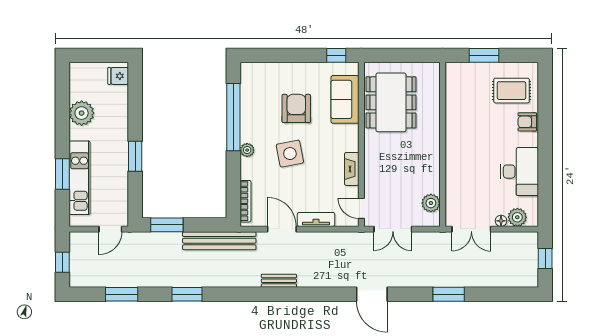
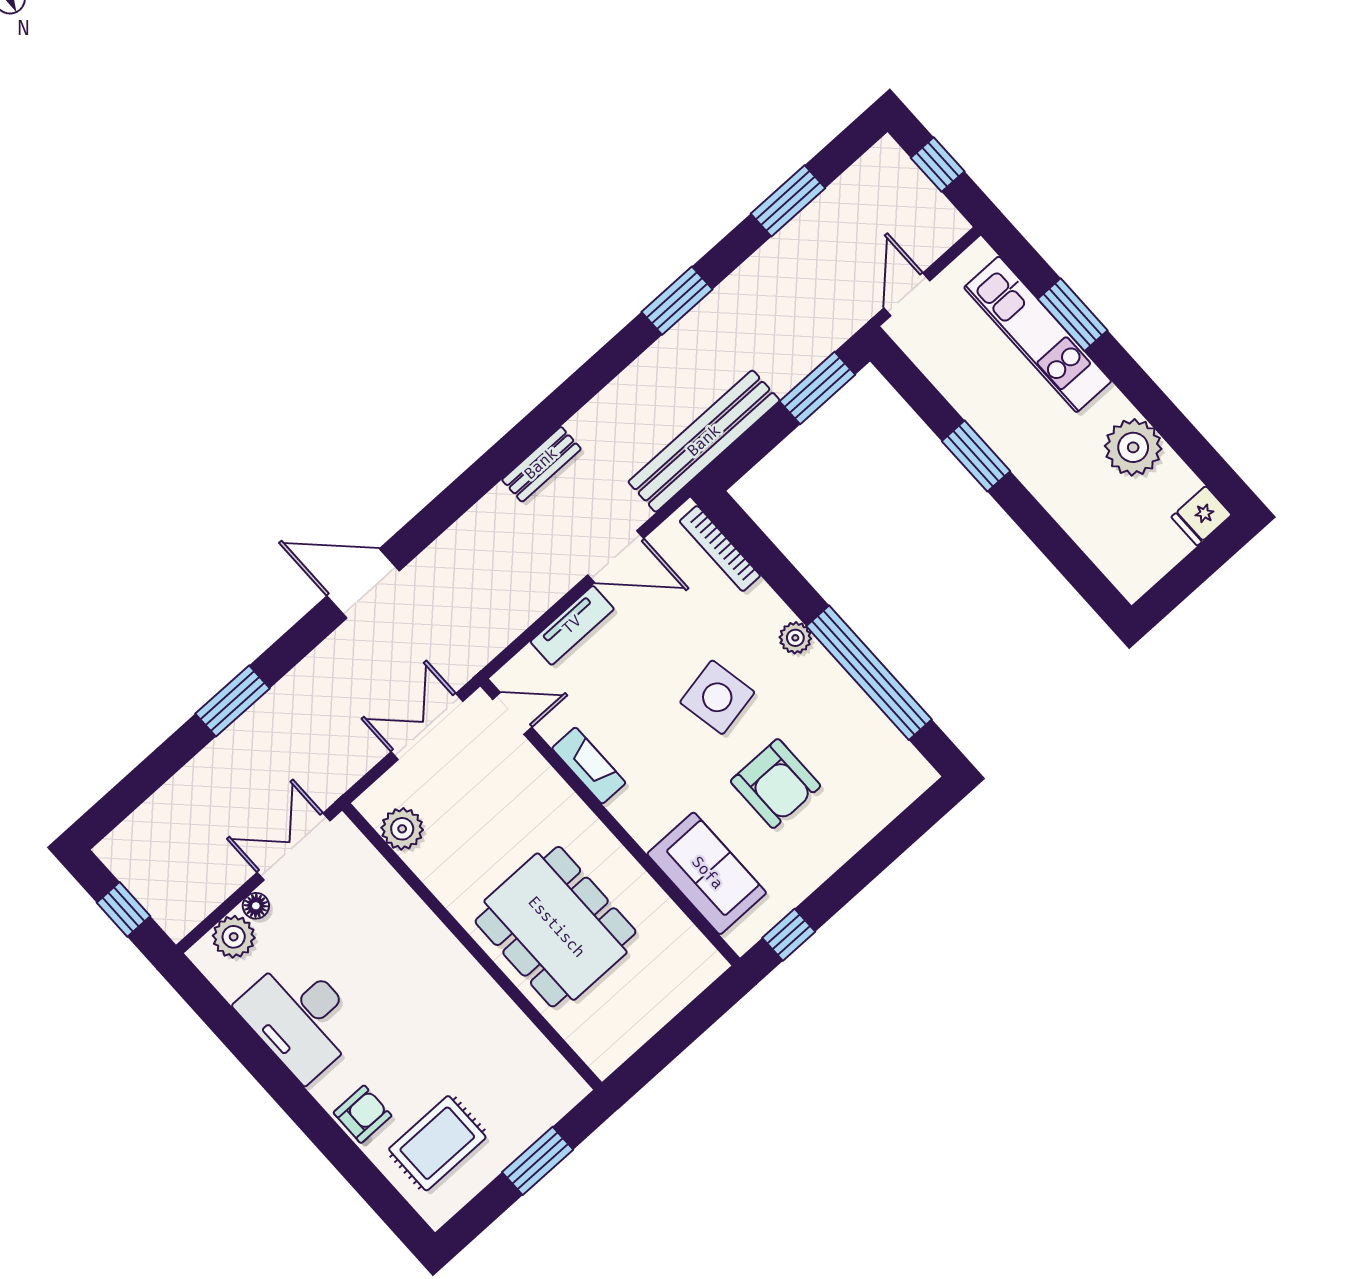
fridge: (118, 76) -> (1202, 516), moved, turned 180
dining table: (391, 102) -> (556, 927), moved

